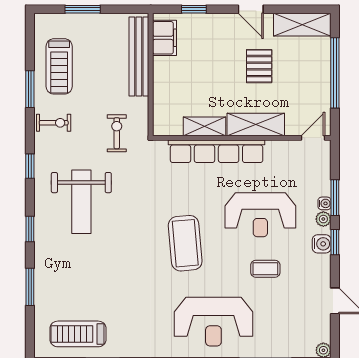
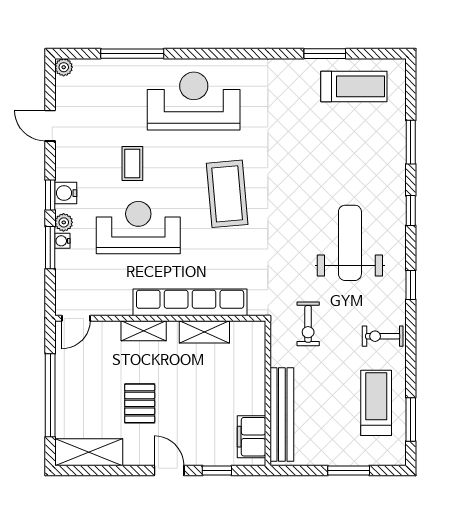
door: (251, 9) -> (169, 471), moved
window: (30, 89) -> (411, 419), moved
shelving: (256, 125) -> (144, 331), width x0.67, depth x0.75
coffee table: (265, 269) -> (132, 164), turned 90

